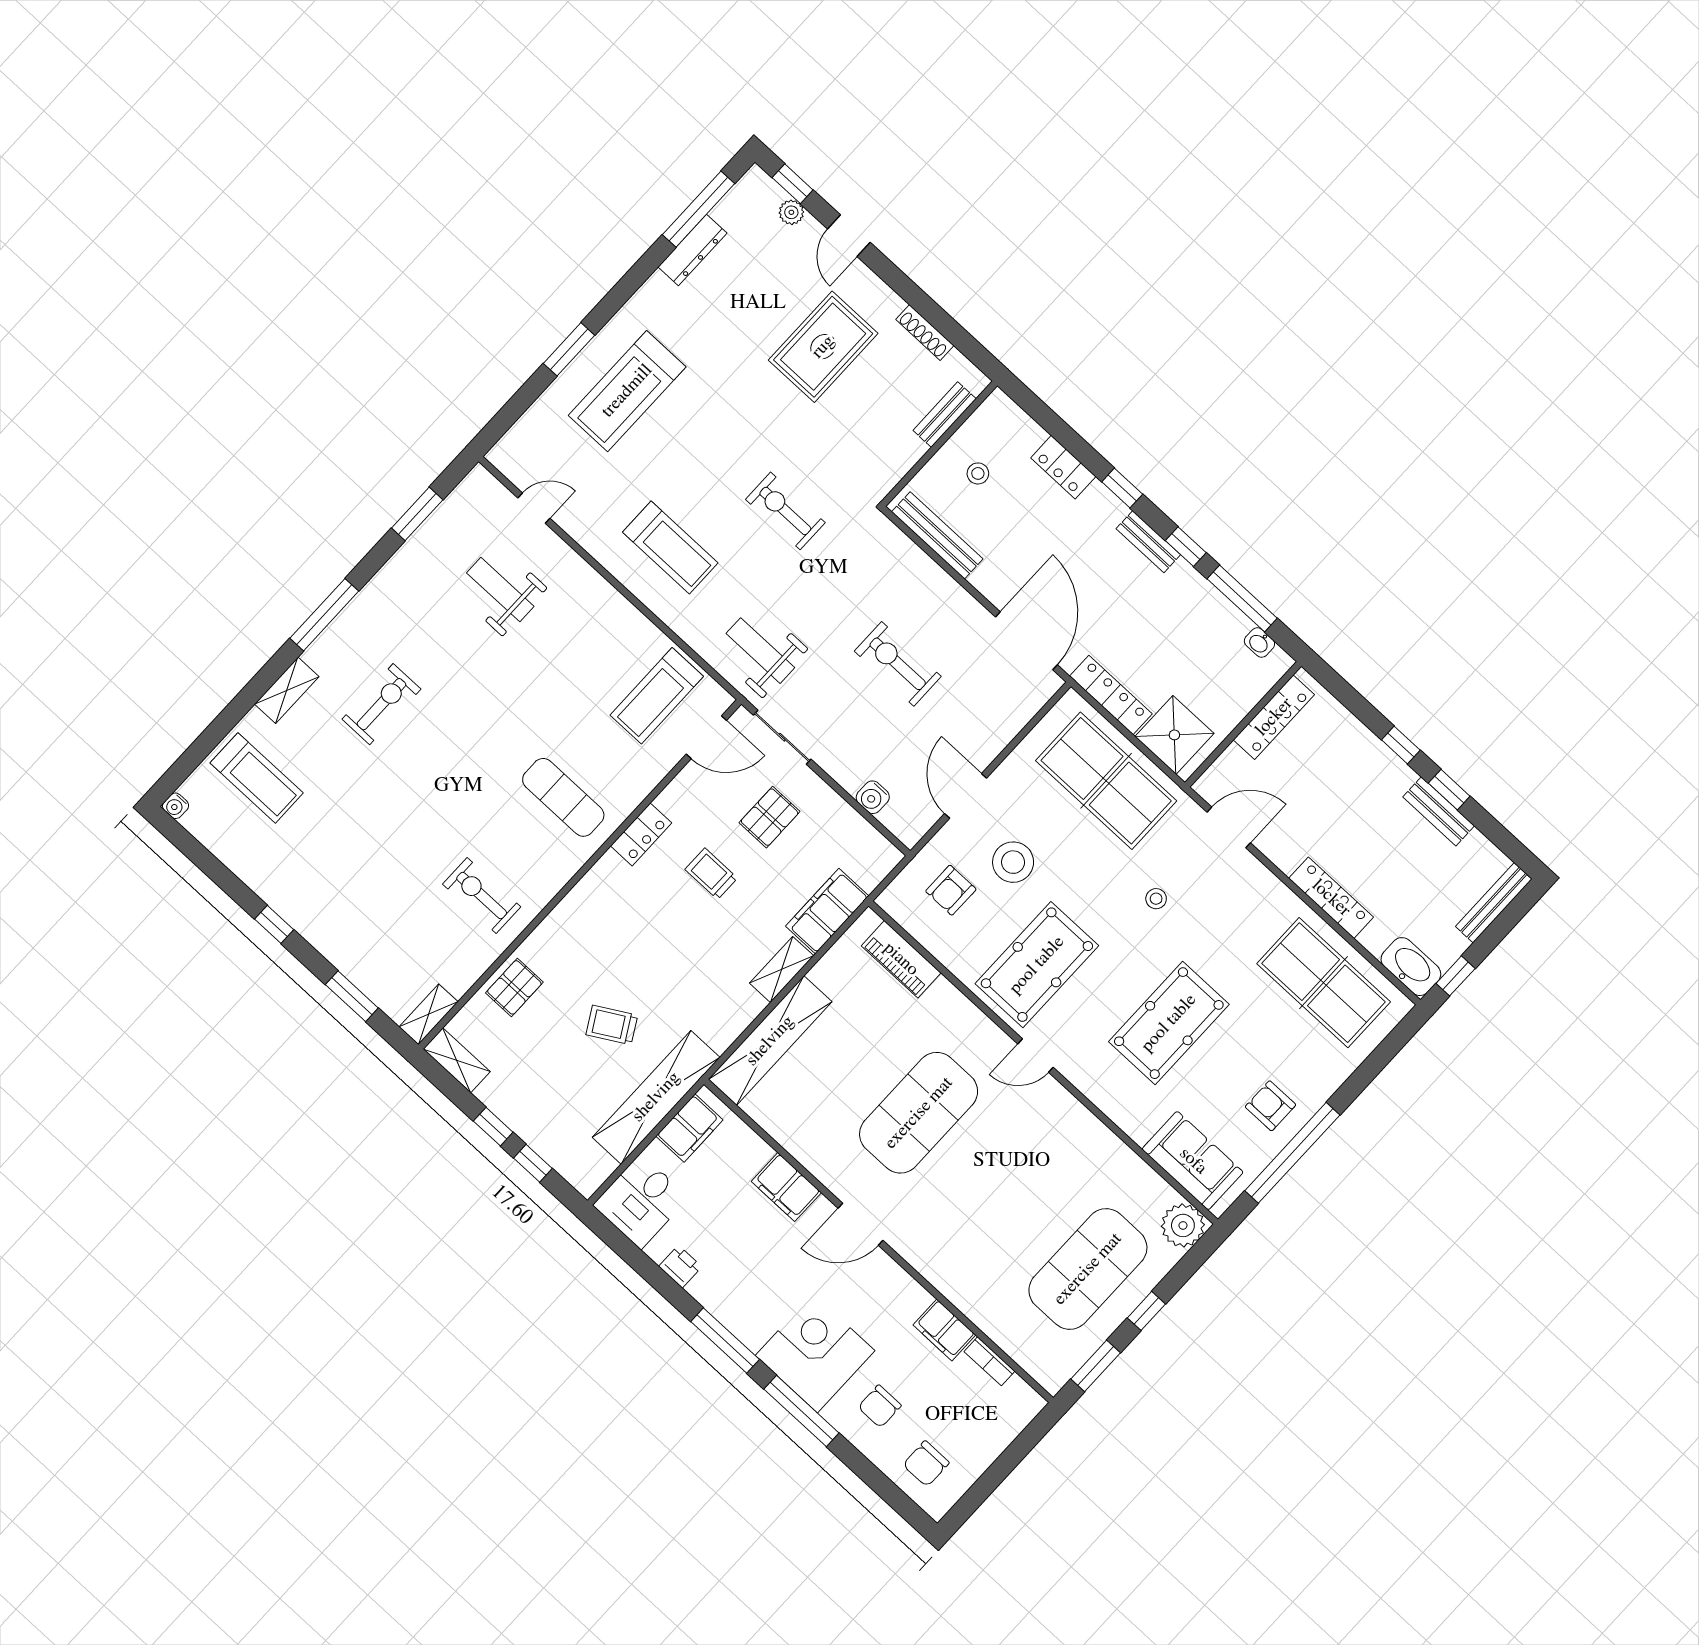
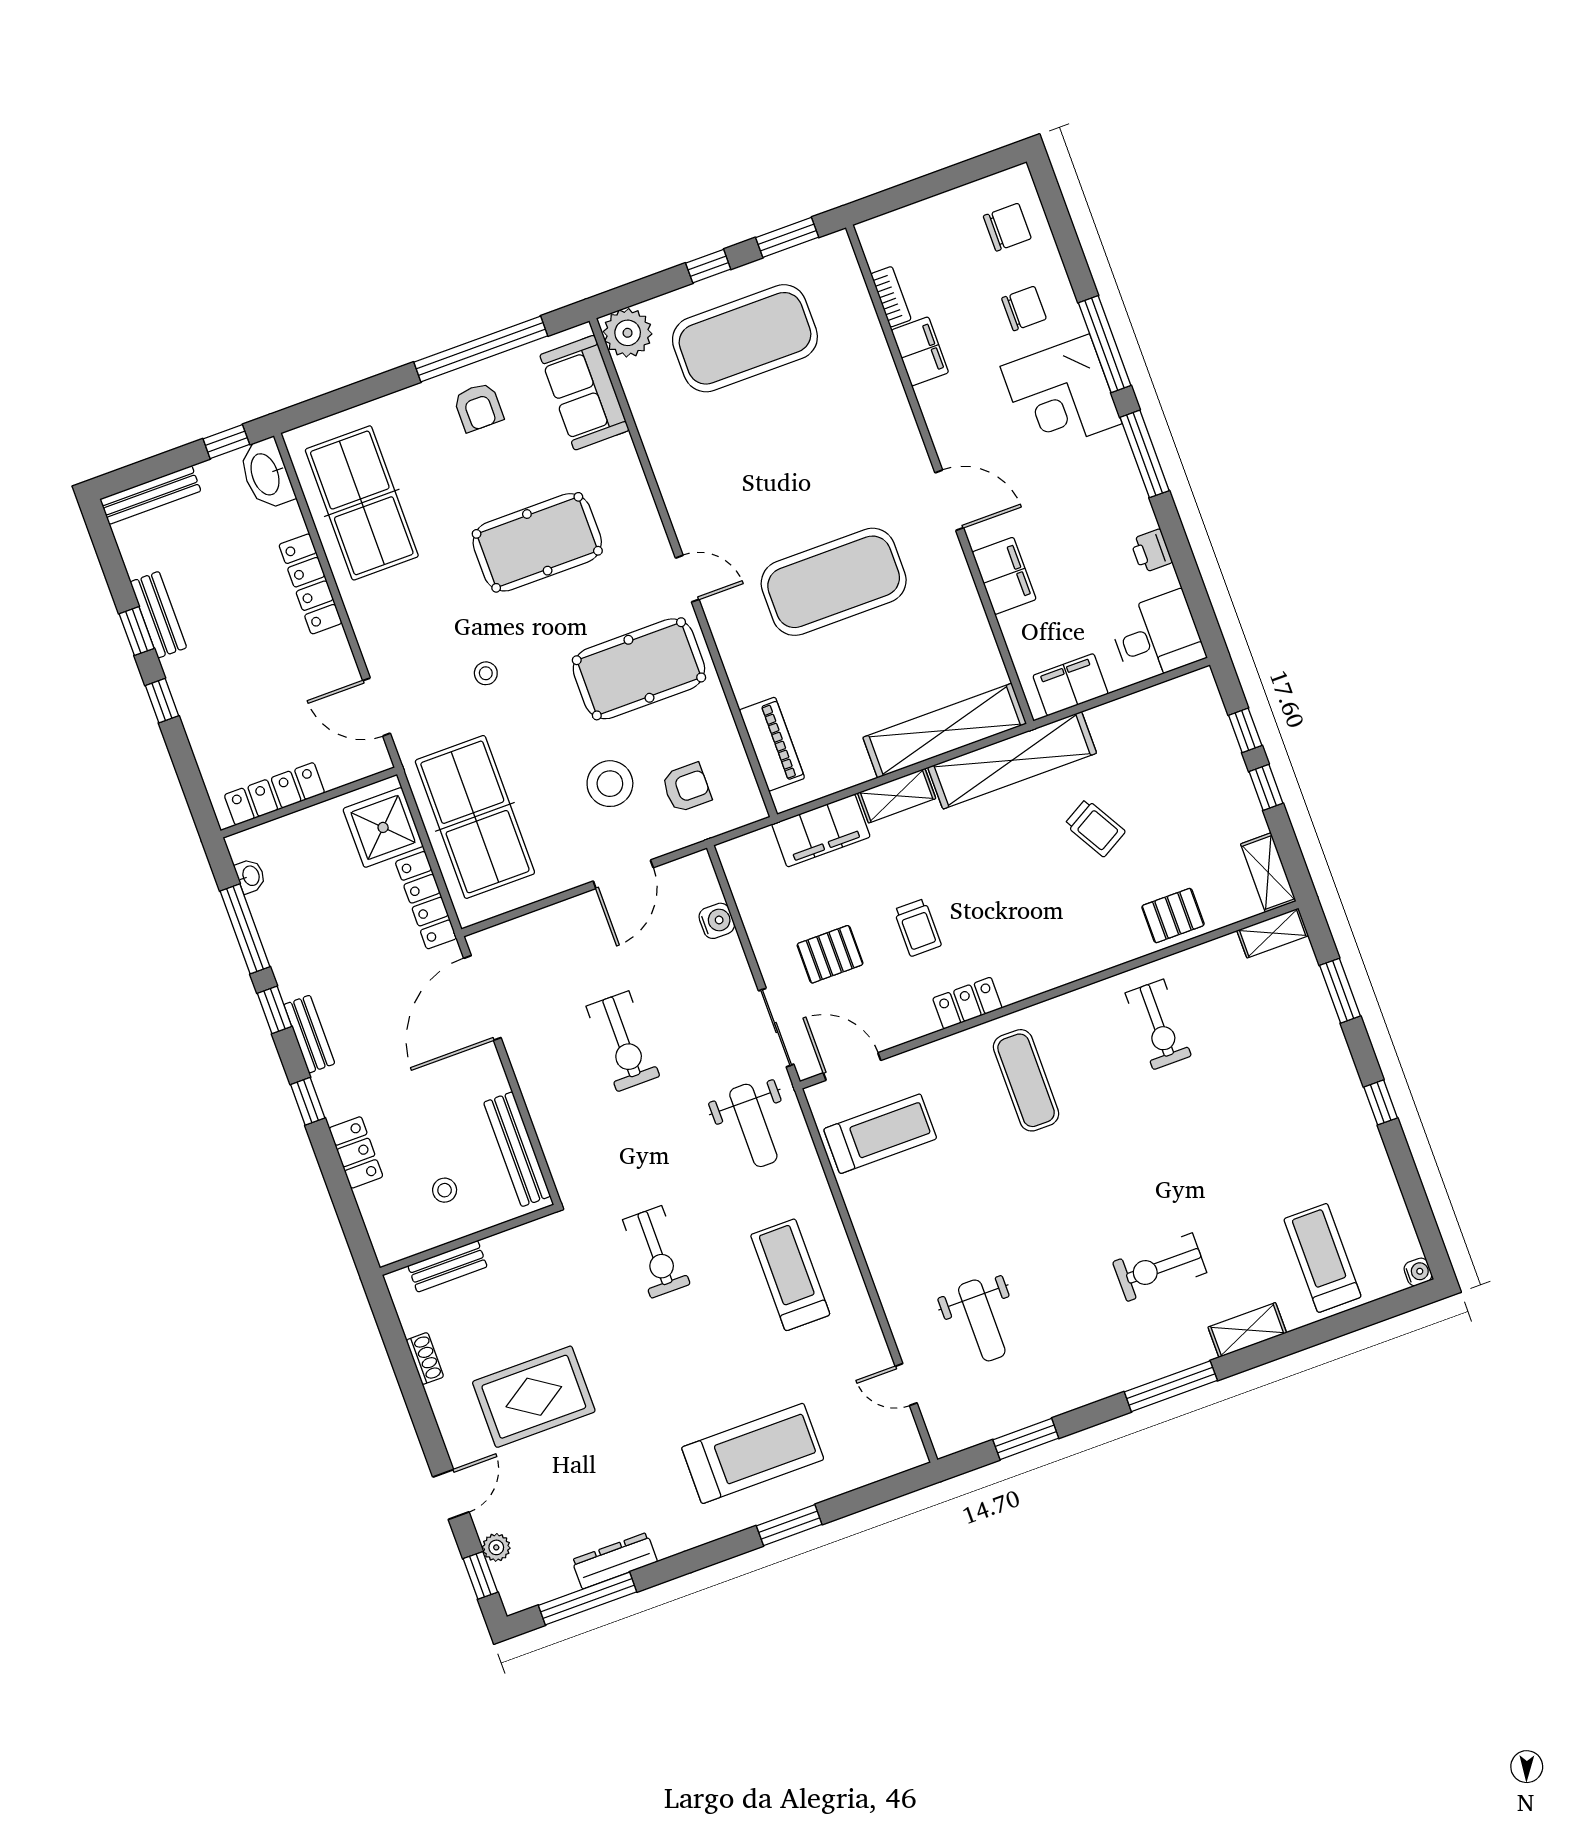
shoe rack: (925, 332) -> (425, 1358), width x0.70
shelving: (656, 1097) -> (1012, 760), moved

